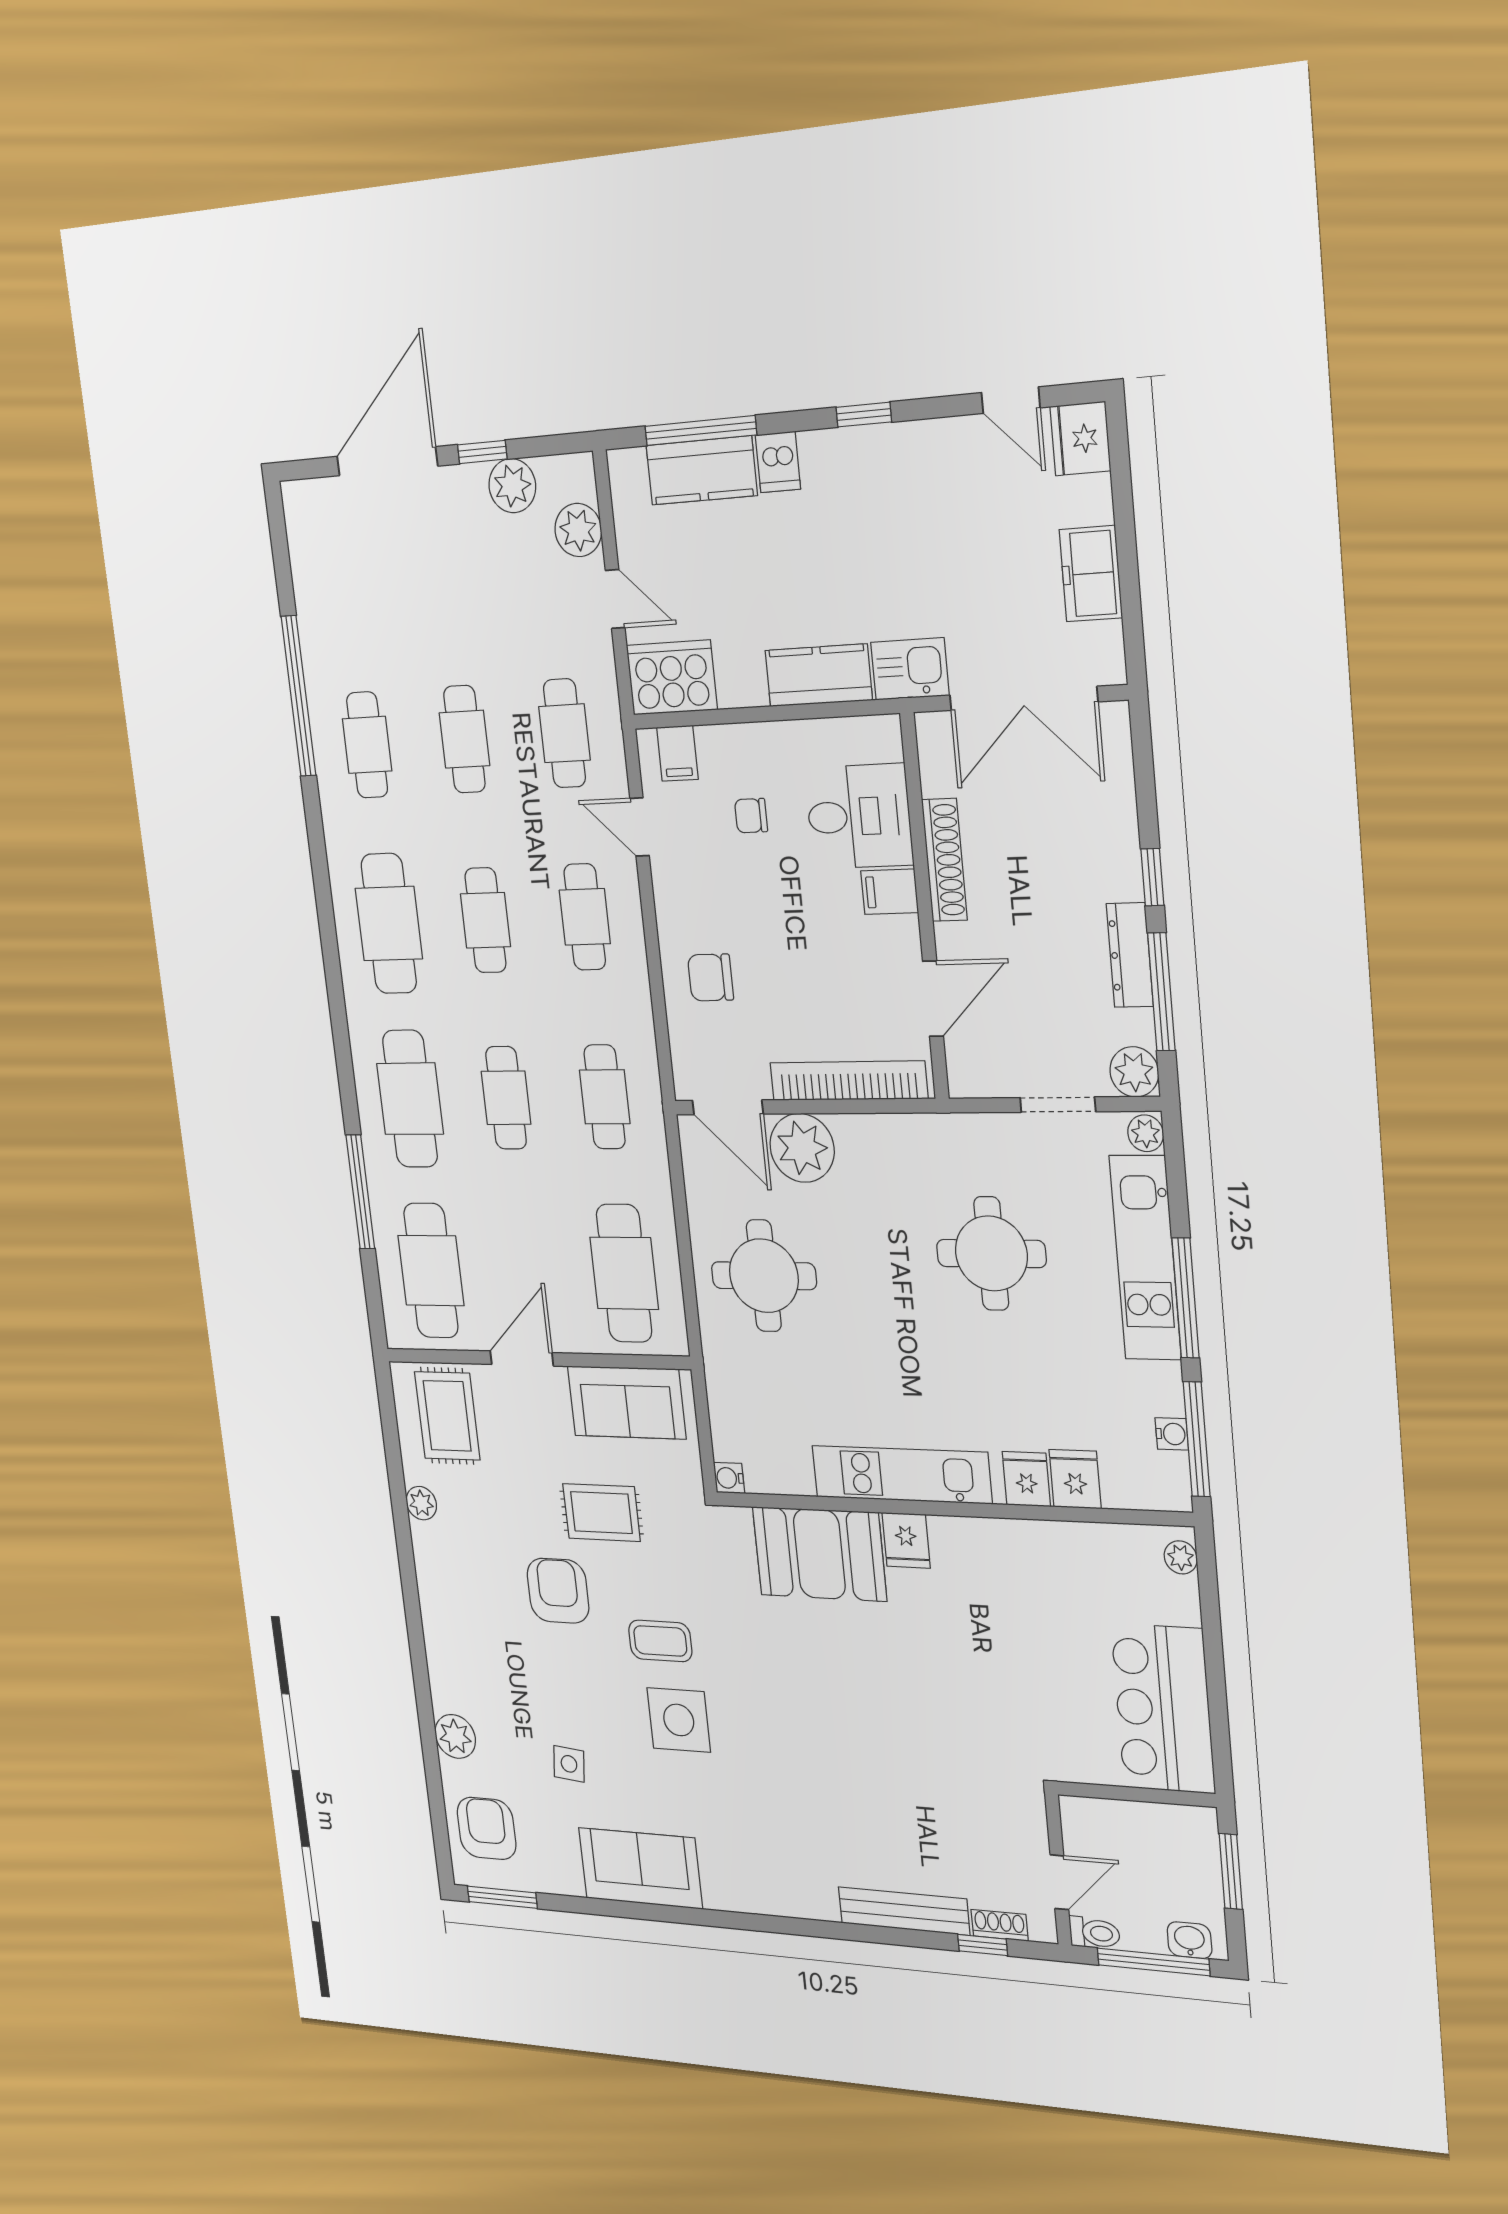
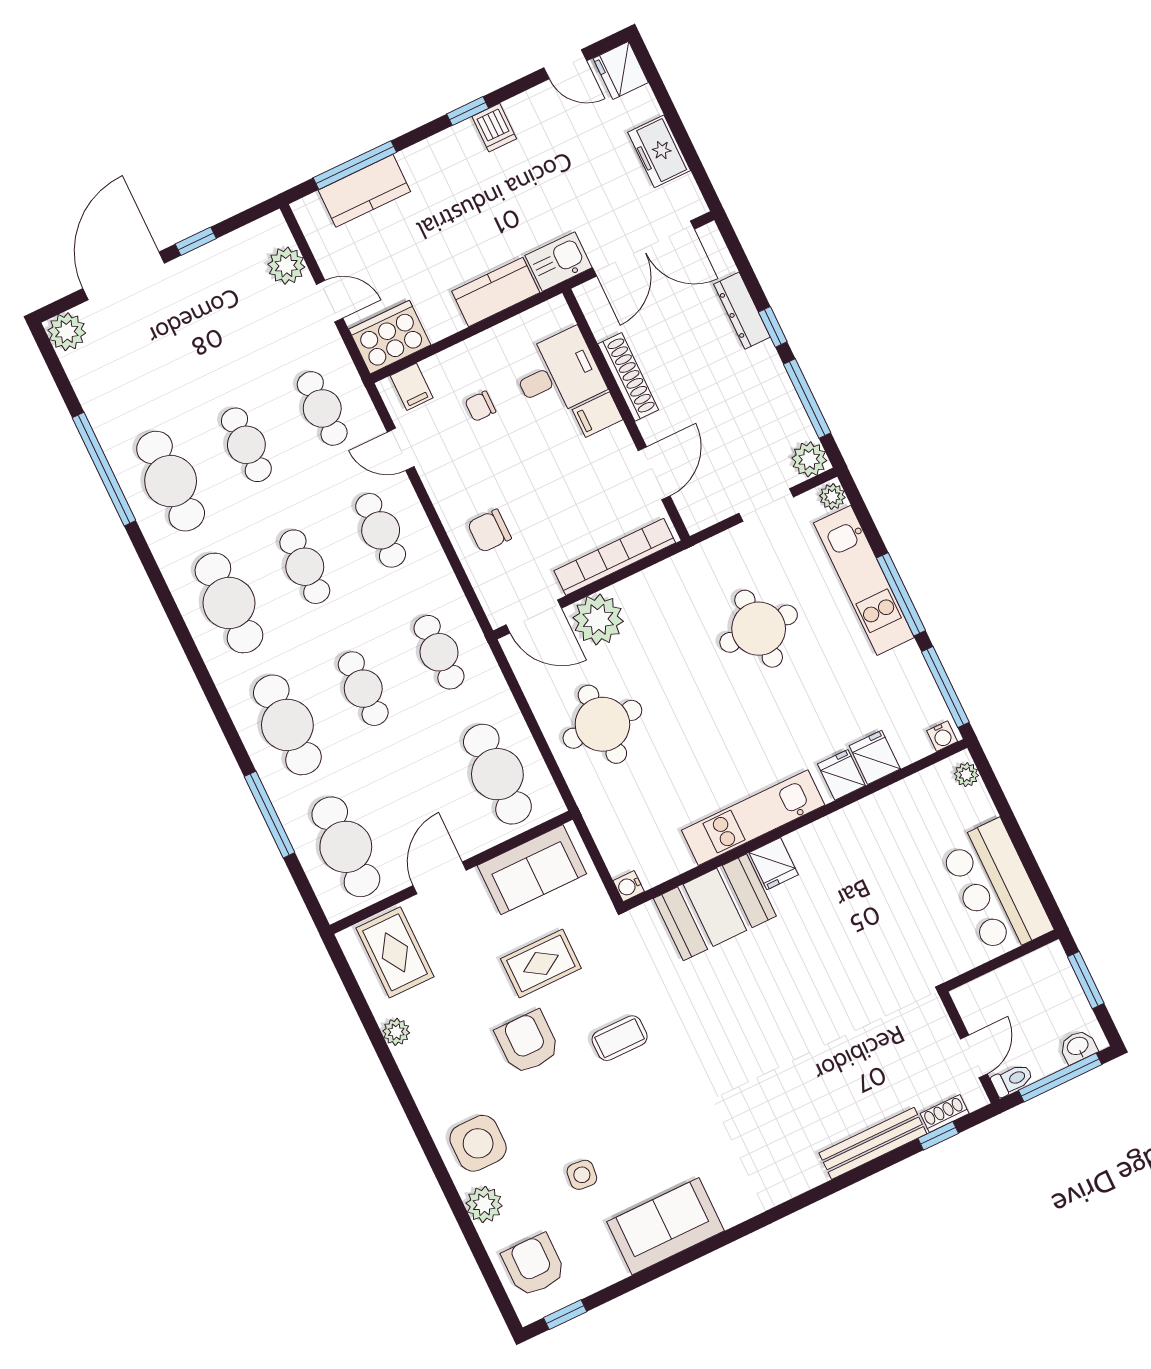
dishwasher: (778, 462) -> (494, 128), moved
plant: (512, 486) -> (67, 332), moved
cafe table: (367, 745) -> (171, 481), width x1.37, depth x1.35
dresser: (1130, 955) -> (742, 311), moved
water cooler: (1172, 1434) -> (942, 736), moved, turned 90
side table: (679, 1720) -> (478, 1143), moved
window: (502, 1897) -> (565, 1315), width x0.67

